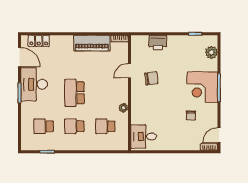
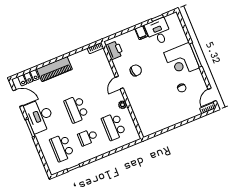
printer: (158, 42) -> (114, 50), moved, turned -90
filing cabinet: (173, 42) -> (141, 33), added
piano: (92, 43) -> (55, 69), moved
plant: (211, 52) -> (177, 28), removed
door: (129, 71) -> (119, 83), moved
school desk: (44, 126) -> (62, 148), width x1.85
school desk: (105, 126) -> (114, 127), width x1.85
desk: (144, 136) -> (158, 32), moved, turned 90

